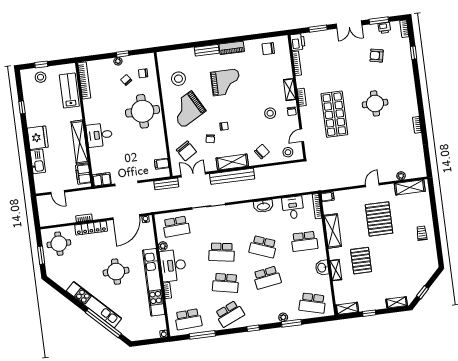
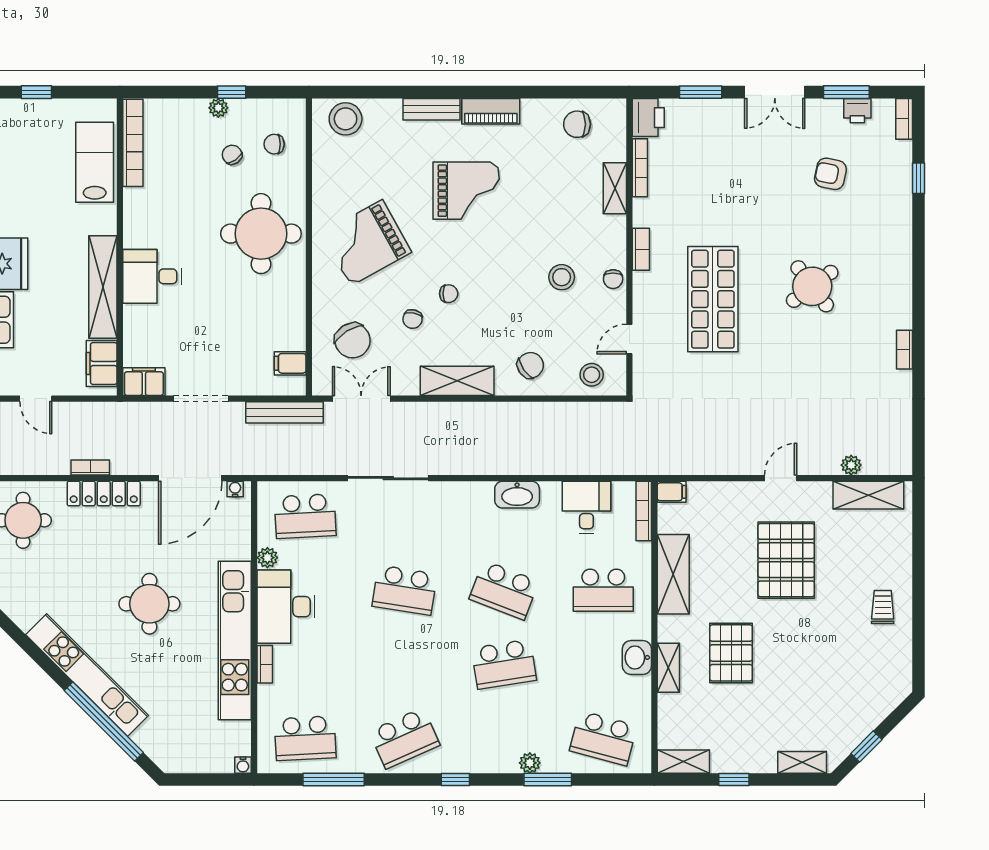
stool: (41, 77) -> (31, 122), removed
stool: (178, 79) -> (346, 119), moved
shelving: (290, 90) -> (615, 188), moved
round table: (375, 103) -> (812, 286), turned -37
bench: (232, 176) -> (453, 415), removed
bench: (166, 184) -> (285, 412), width x1.36
school desk: (226, 283) -> (405, 664), removed

